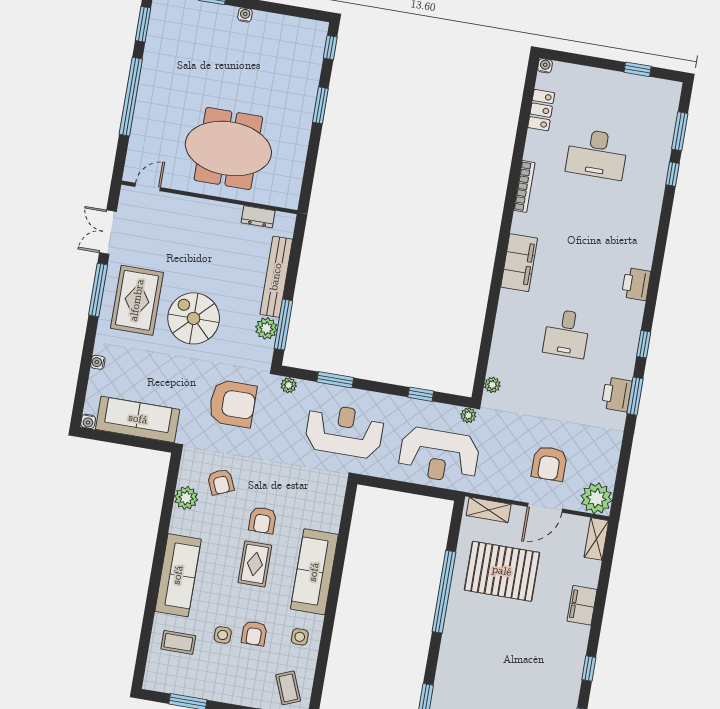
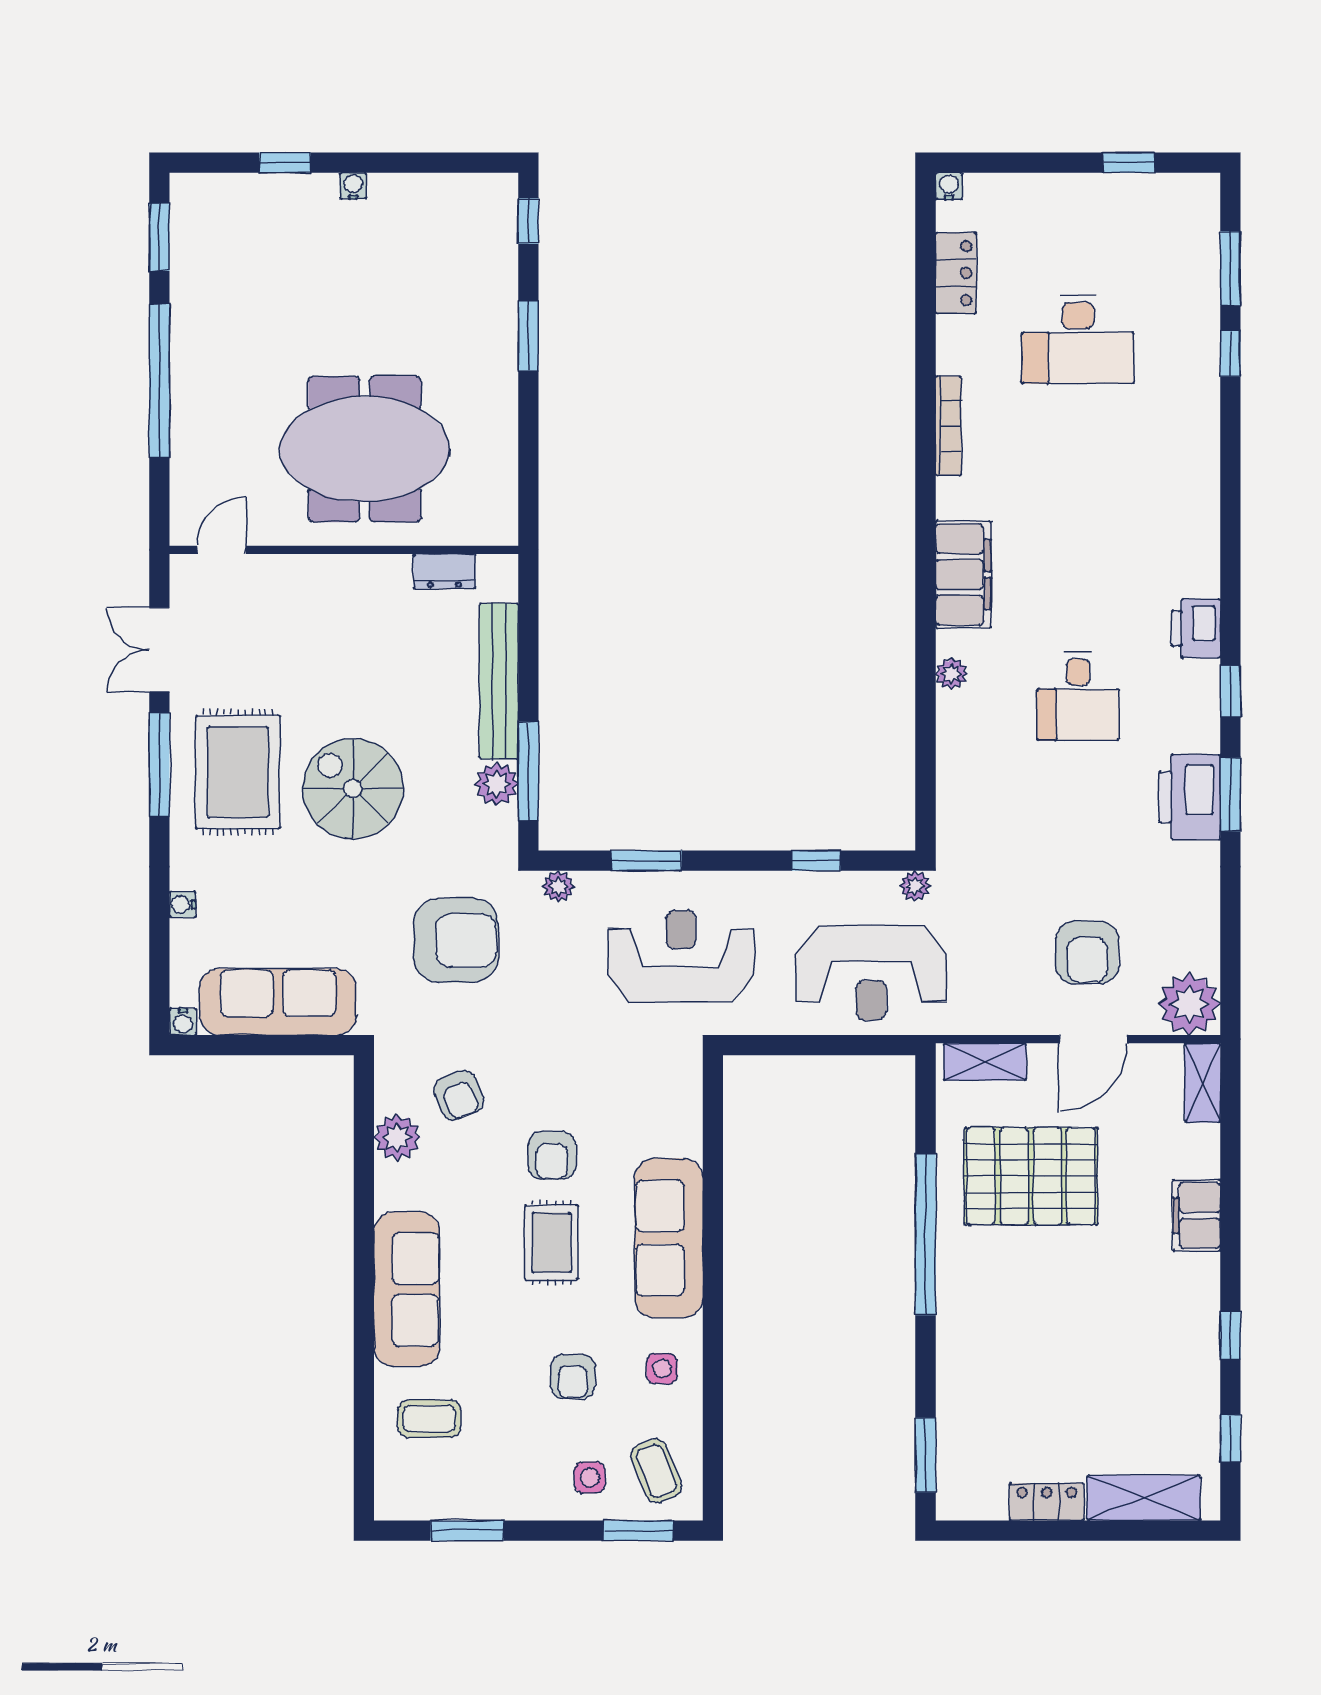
printer: (636, 284) -> (1196, 628), moved
plant: (492, 385) -> (951, 674), moved
printer: (617, 394) -> (1190, 797), width x1.37, depth x1.19
side table: (223, 635) -> (590, 1478), moved

